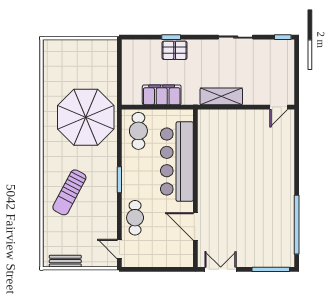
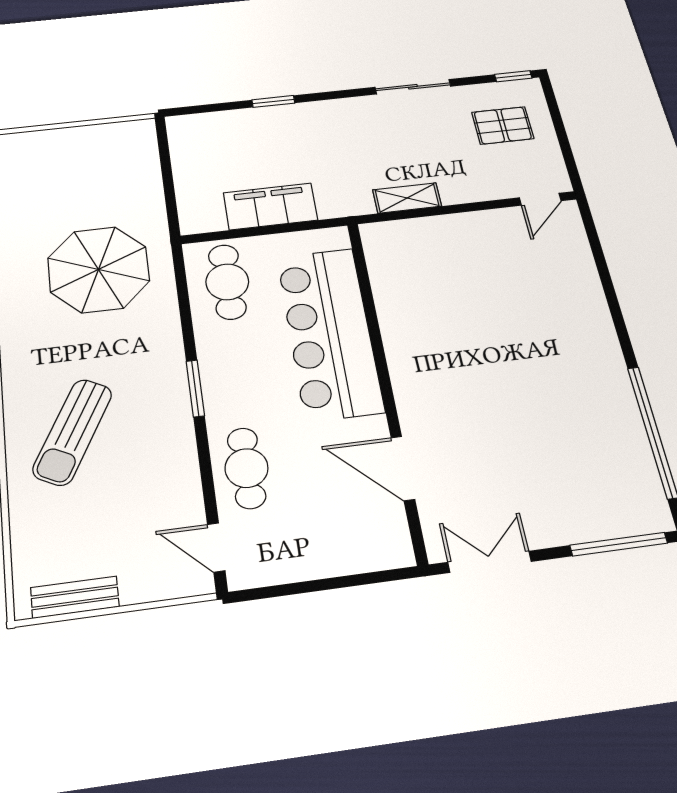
pallet: (175, 50) -> (503, 125), moved
shelving: (221, 96) -> (407, 198), width x0.67, depth x0.75
parasol: (86, 117) -> (99, 269), width x0.73, depth x0.73

